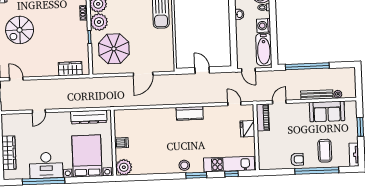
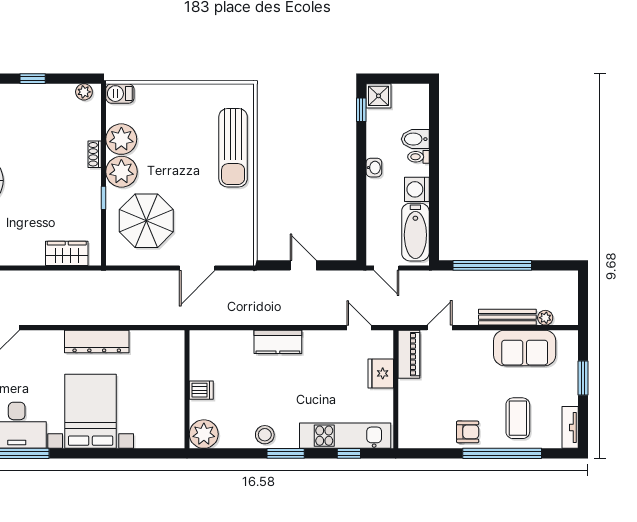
wall: (114, 143) -> (187, 389), moved
dishwasher: (121, 143) -> (201, 390), moved
plant: (124, 167) -> (204, 434), moved

